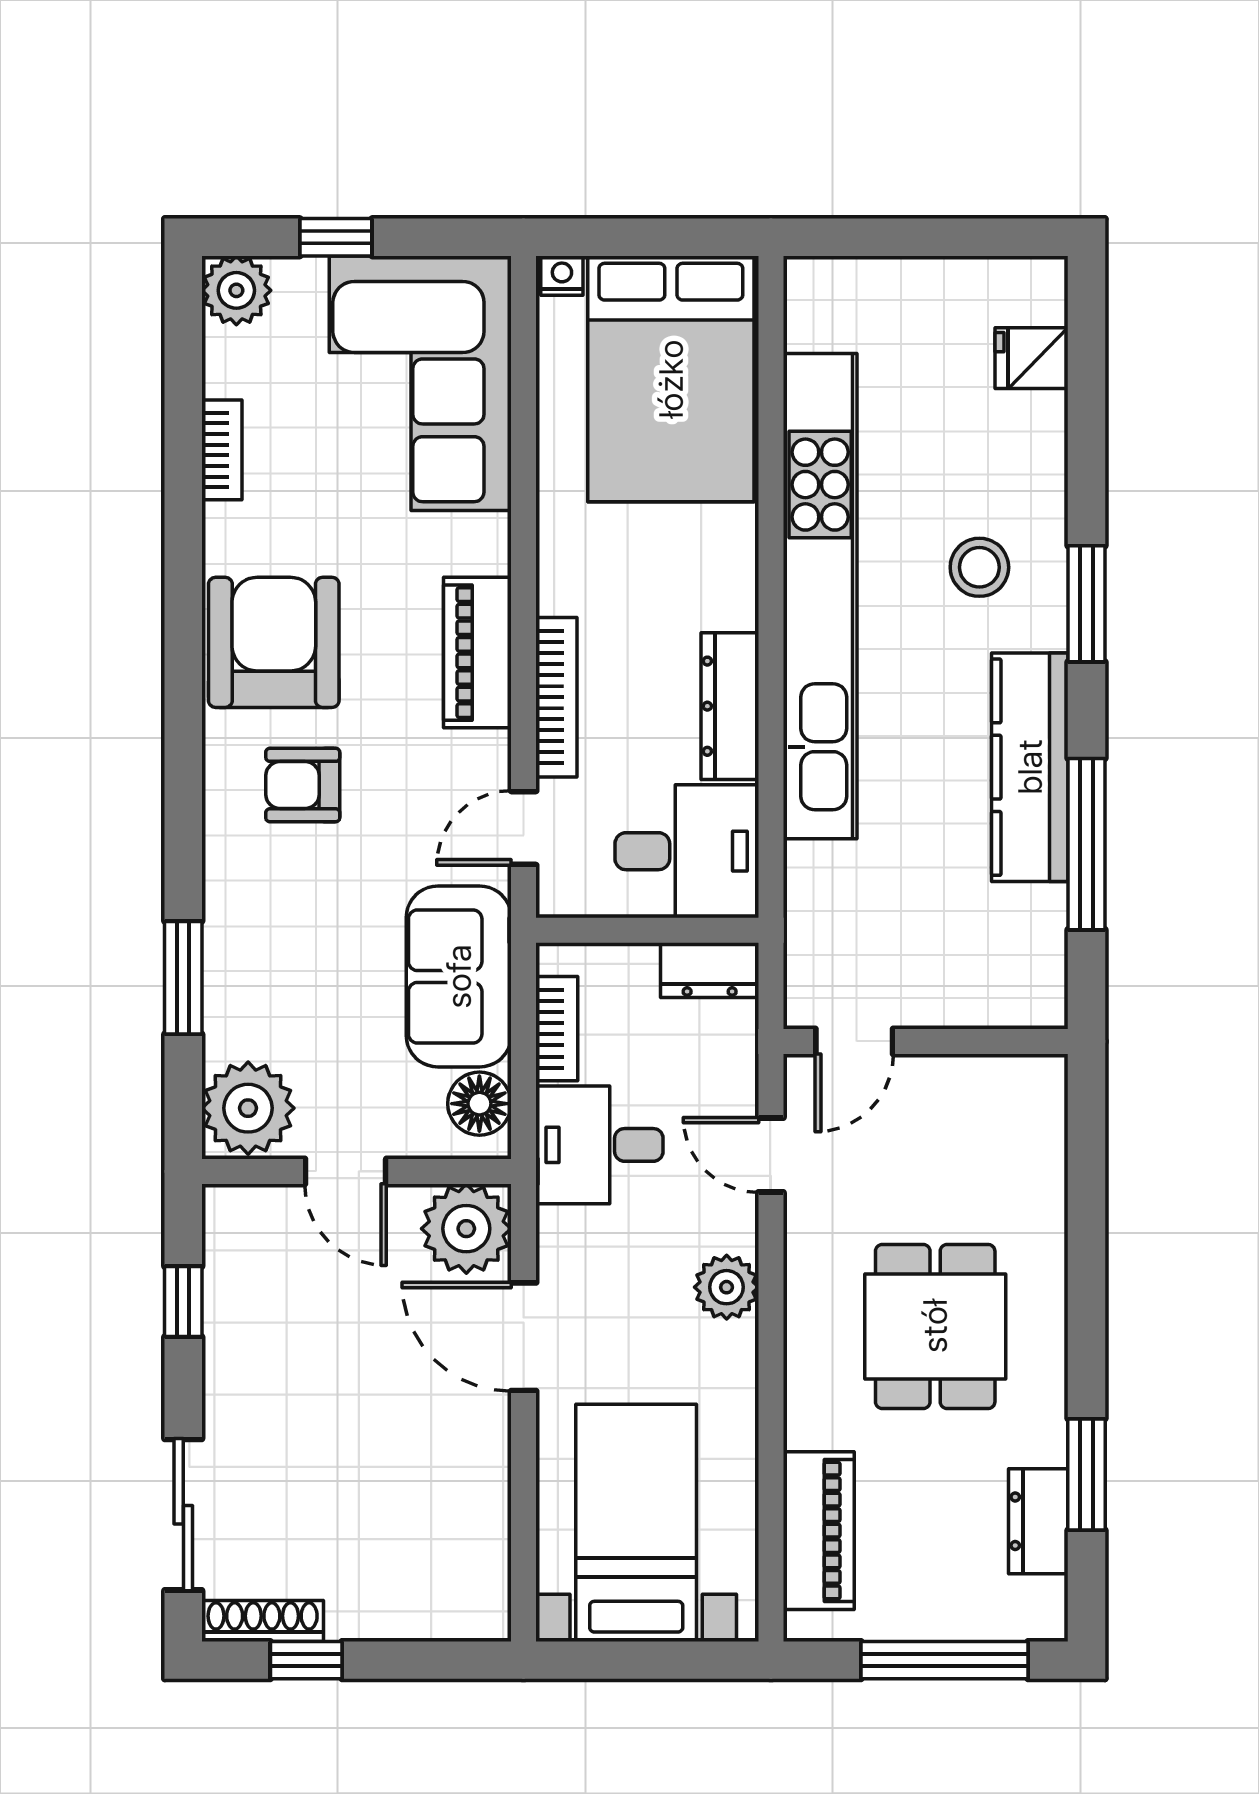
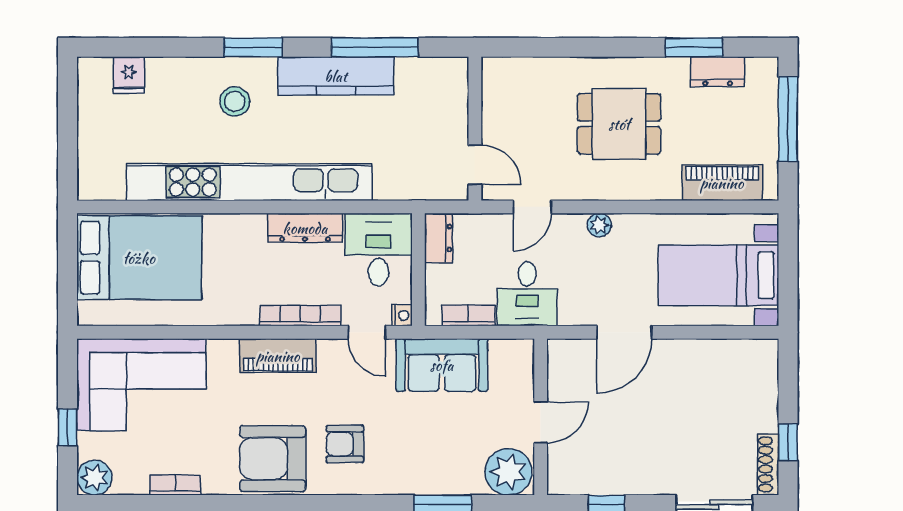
nightstand: (562, 276) -> (402, 315), moved, turned 180
armchair: (303, 785) -> (345, 444), turned 90
floor lamp: (479, 1104) -> (506, 355), removed
plant: (466, 1229) -> (570, 361), removed
plant: (727, 1287) -> (599, 225), width x0.73, depth x0.73

